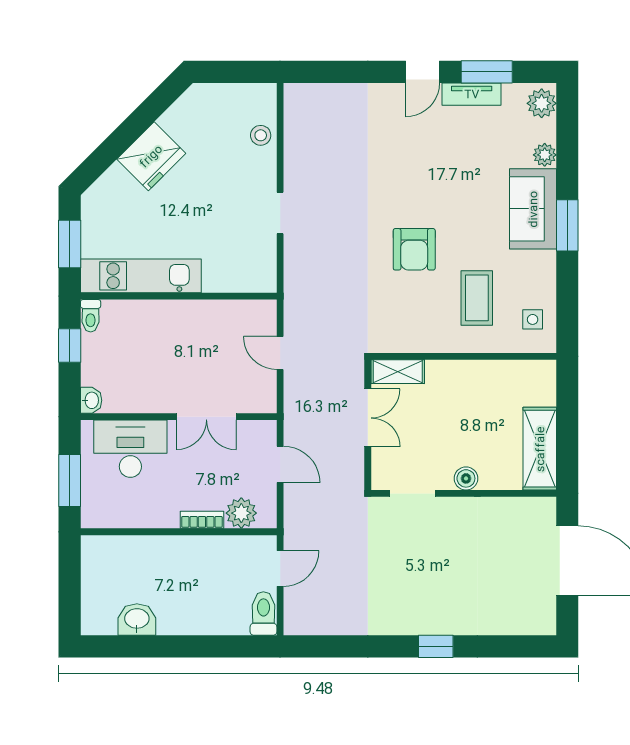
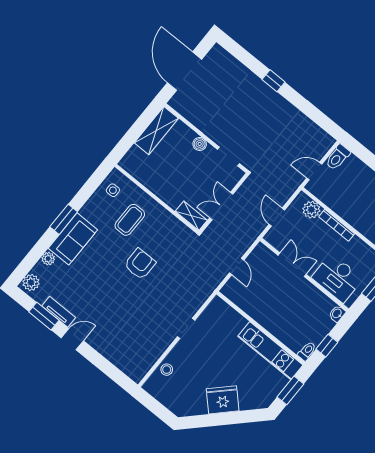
bookcase: (202, 520) -> (337, 225), width x1.56

